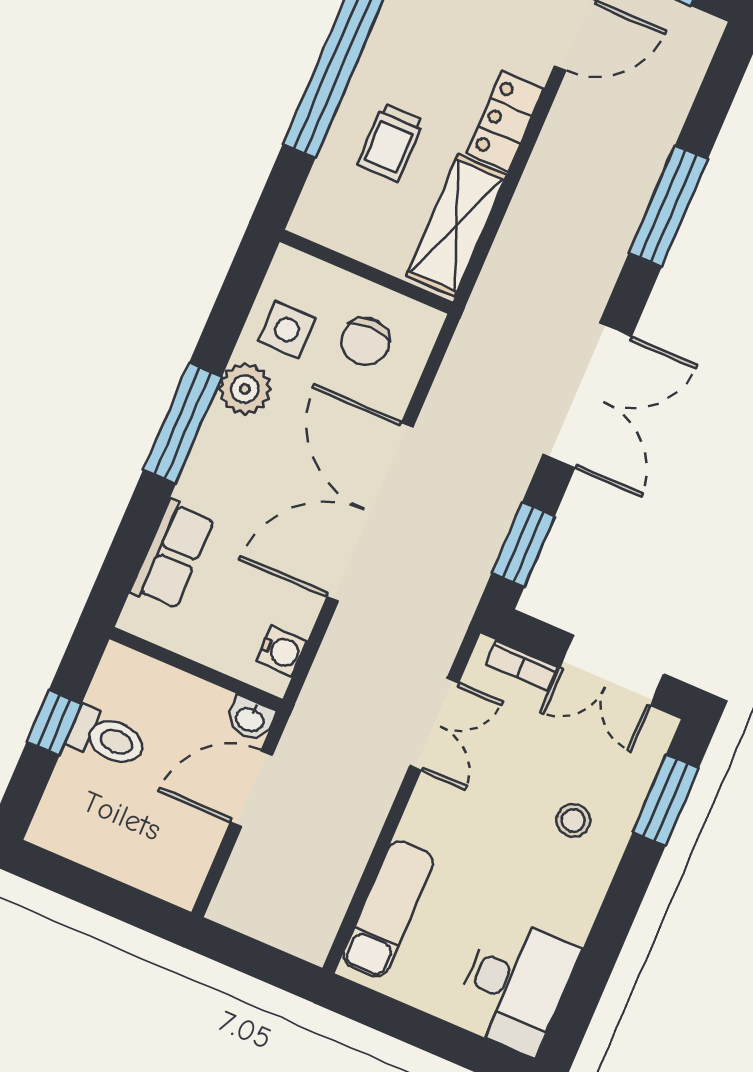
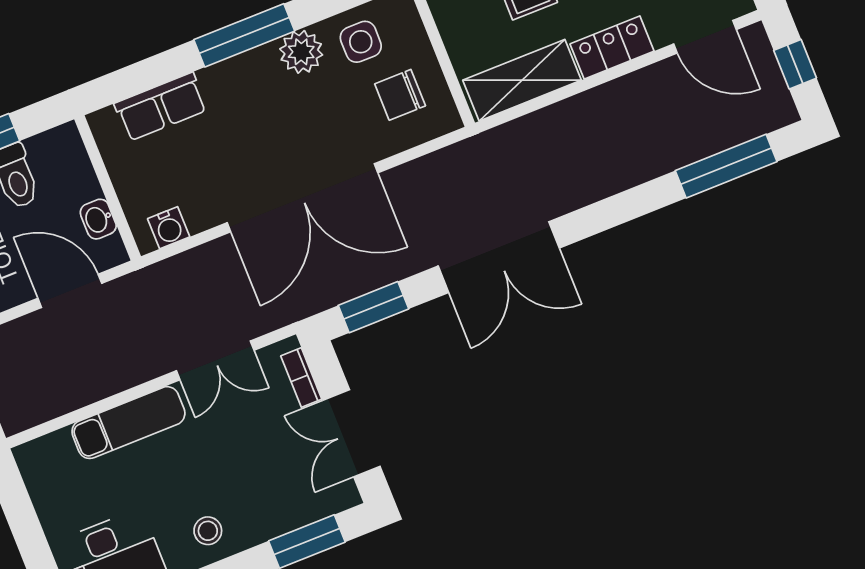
window: (668, 206) -> (726, 166), moved
double door: (370, 512) -> (302, 198), swing flipped
washbasin: (250, 719) -> (98, 219), moved
stool: (573, 820) -> (208, 531), moved
exam couch: (388, 909) -> (128, 423), moved

